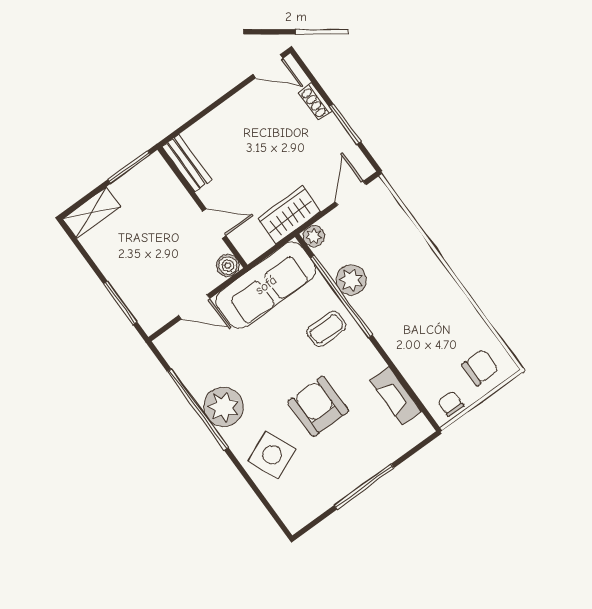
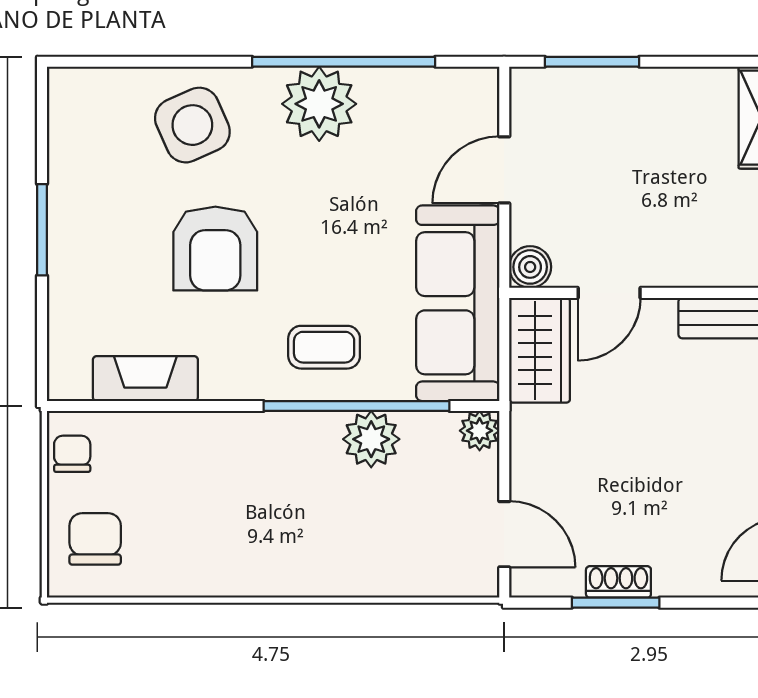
shoe rack: (315, 102) -> (618, 582), moved
wardrobe: (289, 215) -> (540, 350), moved
coffee table: (326, 329) -> (324, 347), turned 90
chair: (480, 367) -> (95, 539), turned 180
chair: (451, 404) -> (72, 454), turned -90
armchair: (318, 406) -> (215, 249), turned 90
window: (364, 487) -> (42, 230), width x0.69

